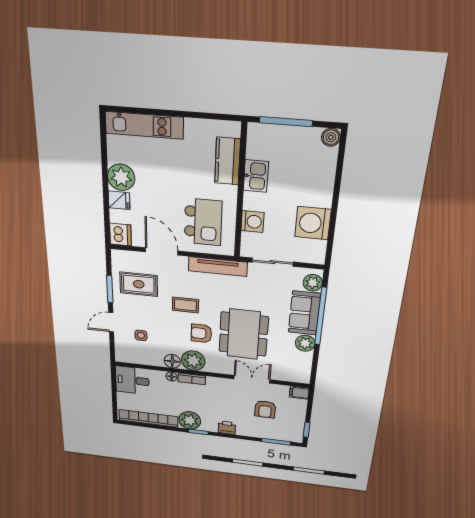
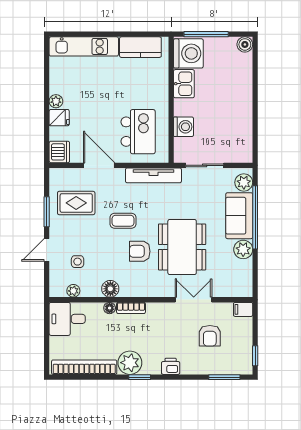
kitchen counter: (227, 161) -> (140, 47), moved, turned -90
plant: (121, 177) -> (56, 101), width x0.53, depth x0.53
washing machine: (313, 223) -> (188, 53), moved, turned 180
plant: (193, 361) -> (73, 291), moved, width x0.53, depth x0.53

